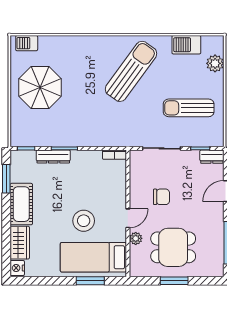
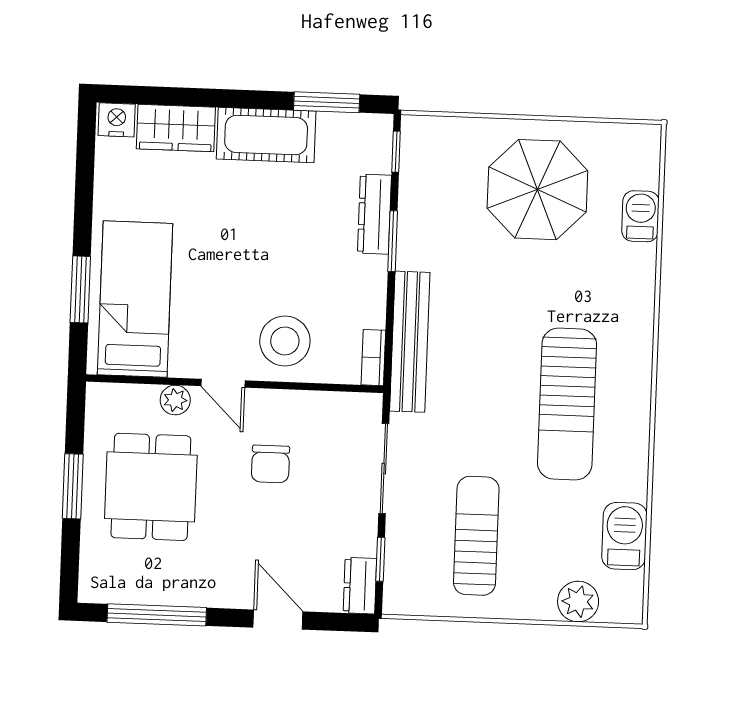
barbecue: (27, 43) -> (640, 216), moved
sun lounger: (131, 71) -> (567, 404), turned 54
bench: (107, 139) -> (410, 342), added
stool: (84, 221) -> (285, 341), moved

